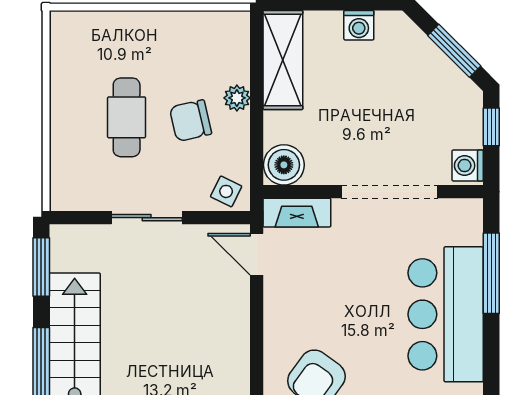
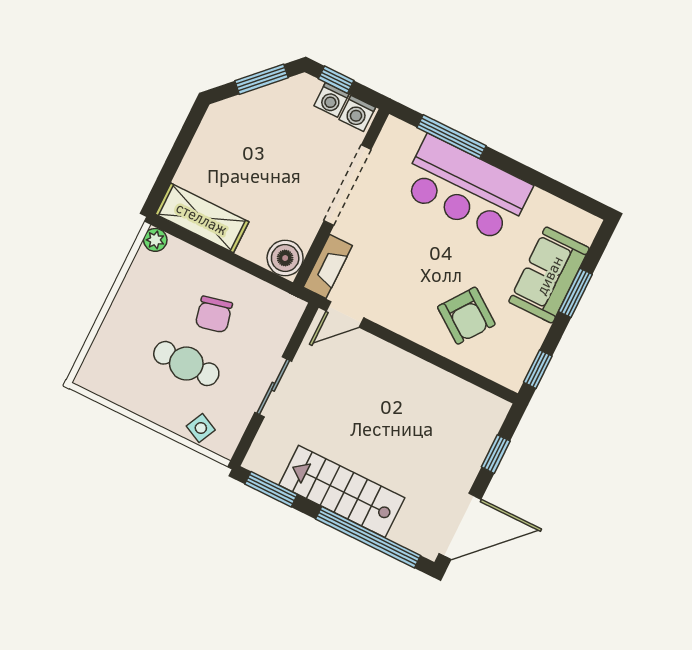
washing machine: (359, 25) -> (331, 100), moved, turned 90
plant: (237, 98) -> (155, 240), moved
side table: (226, 191) -> (201, 428), moved

